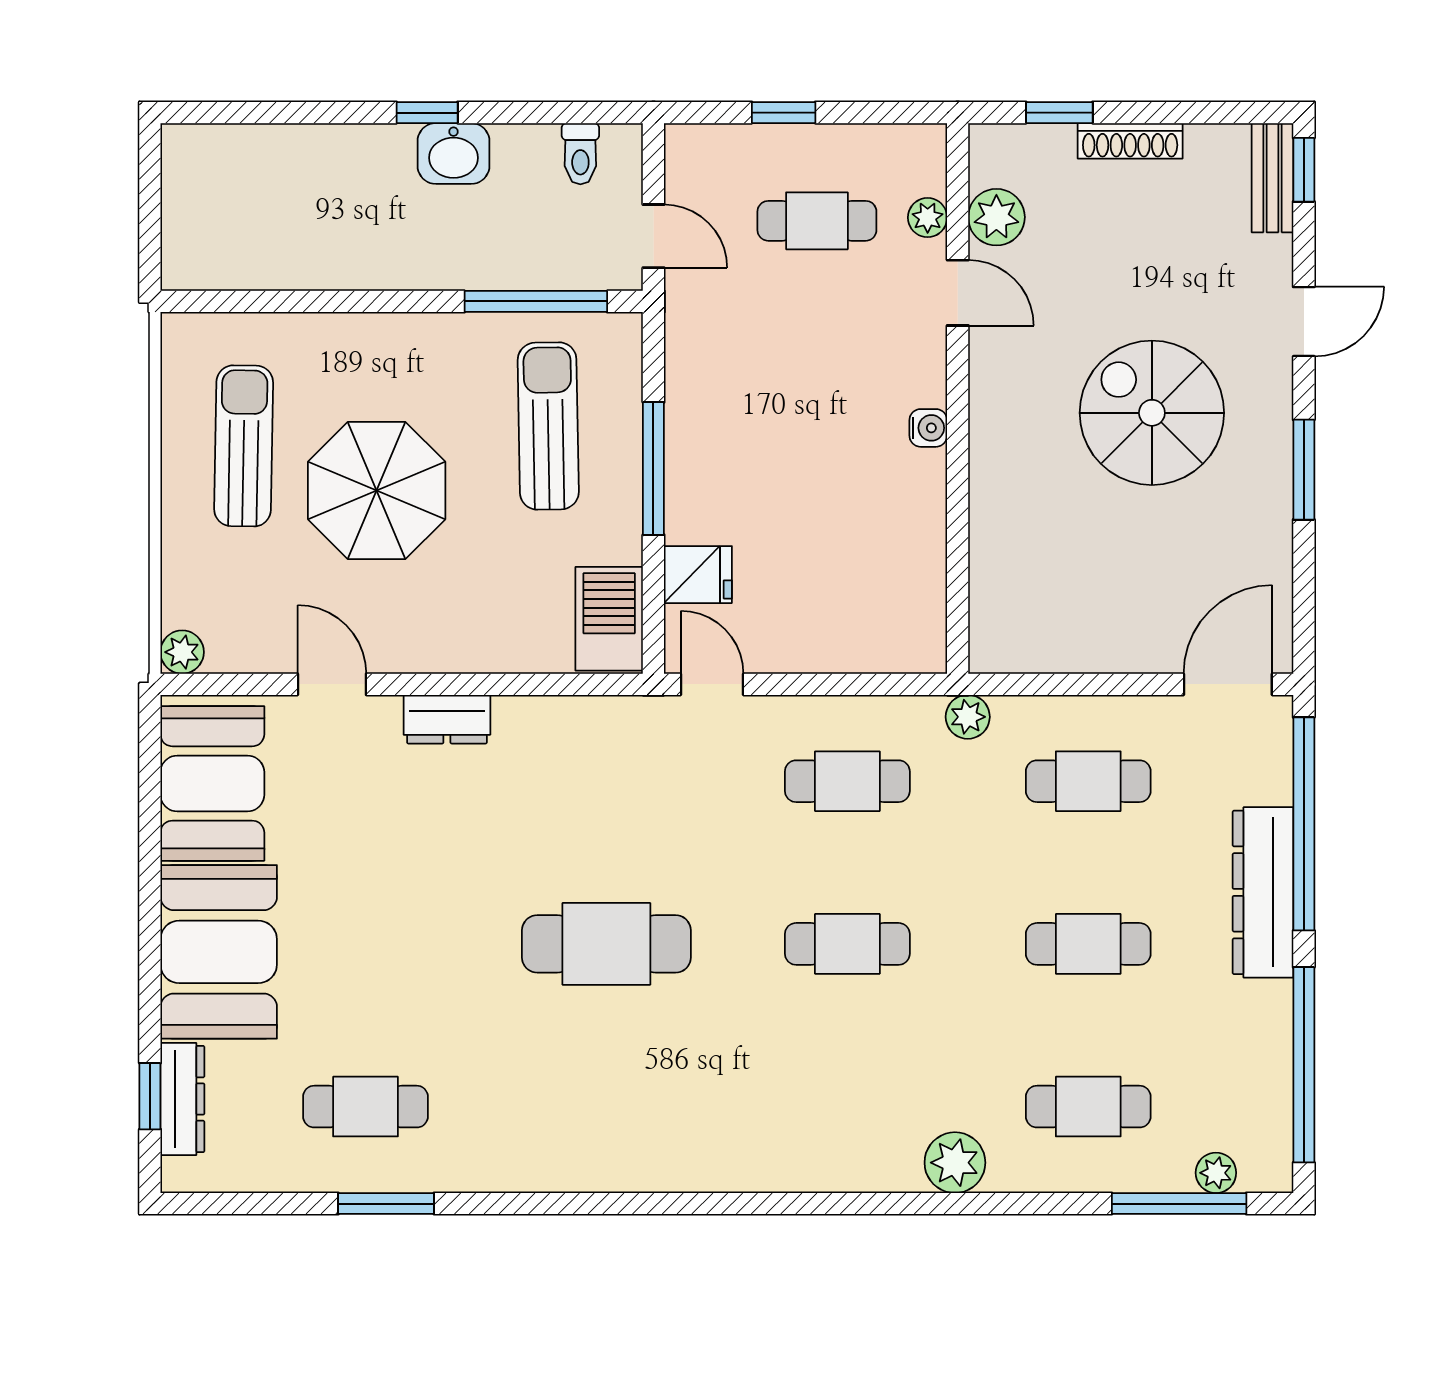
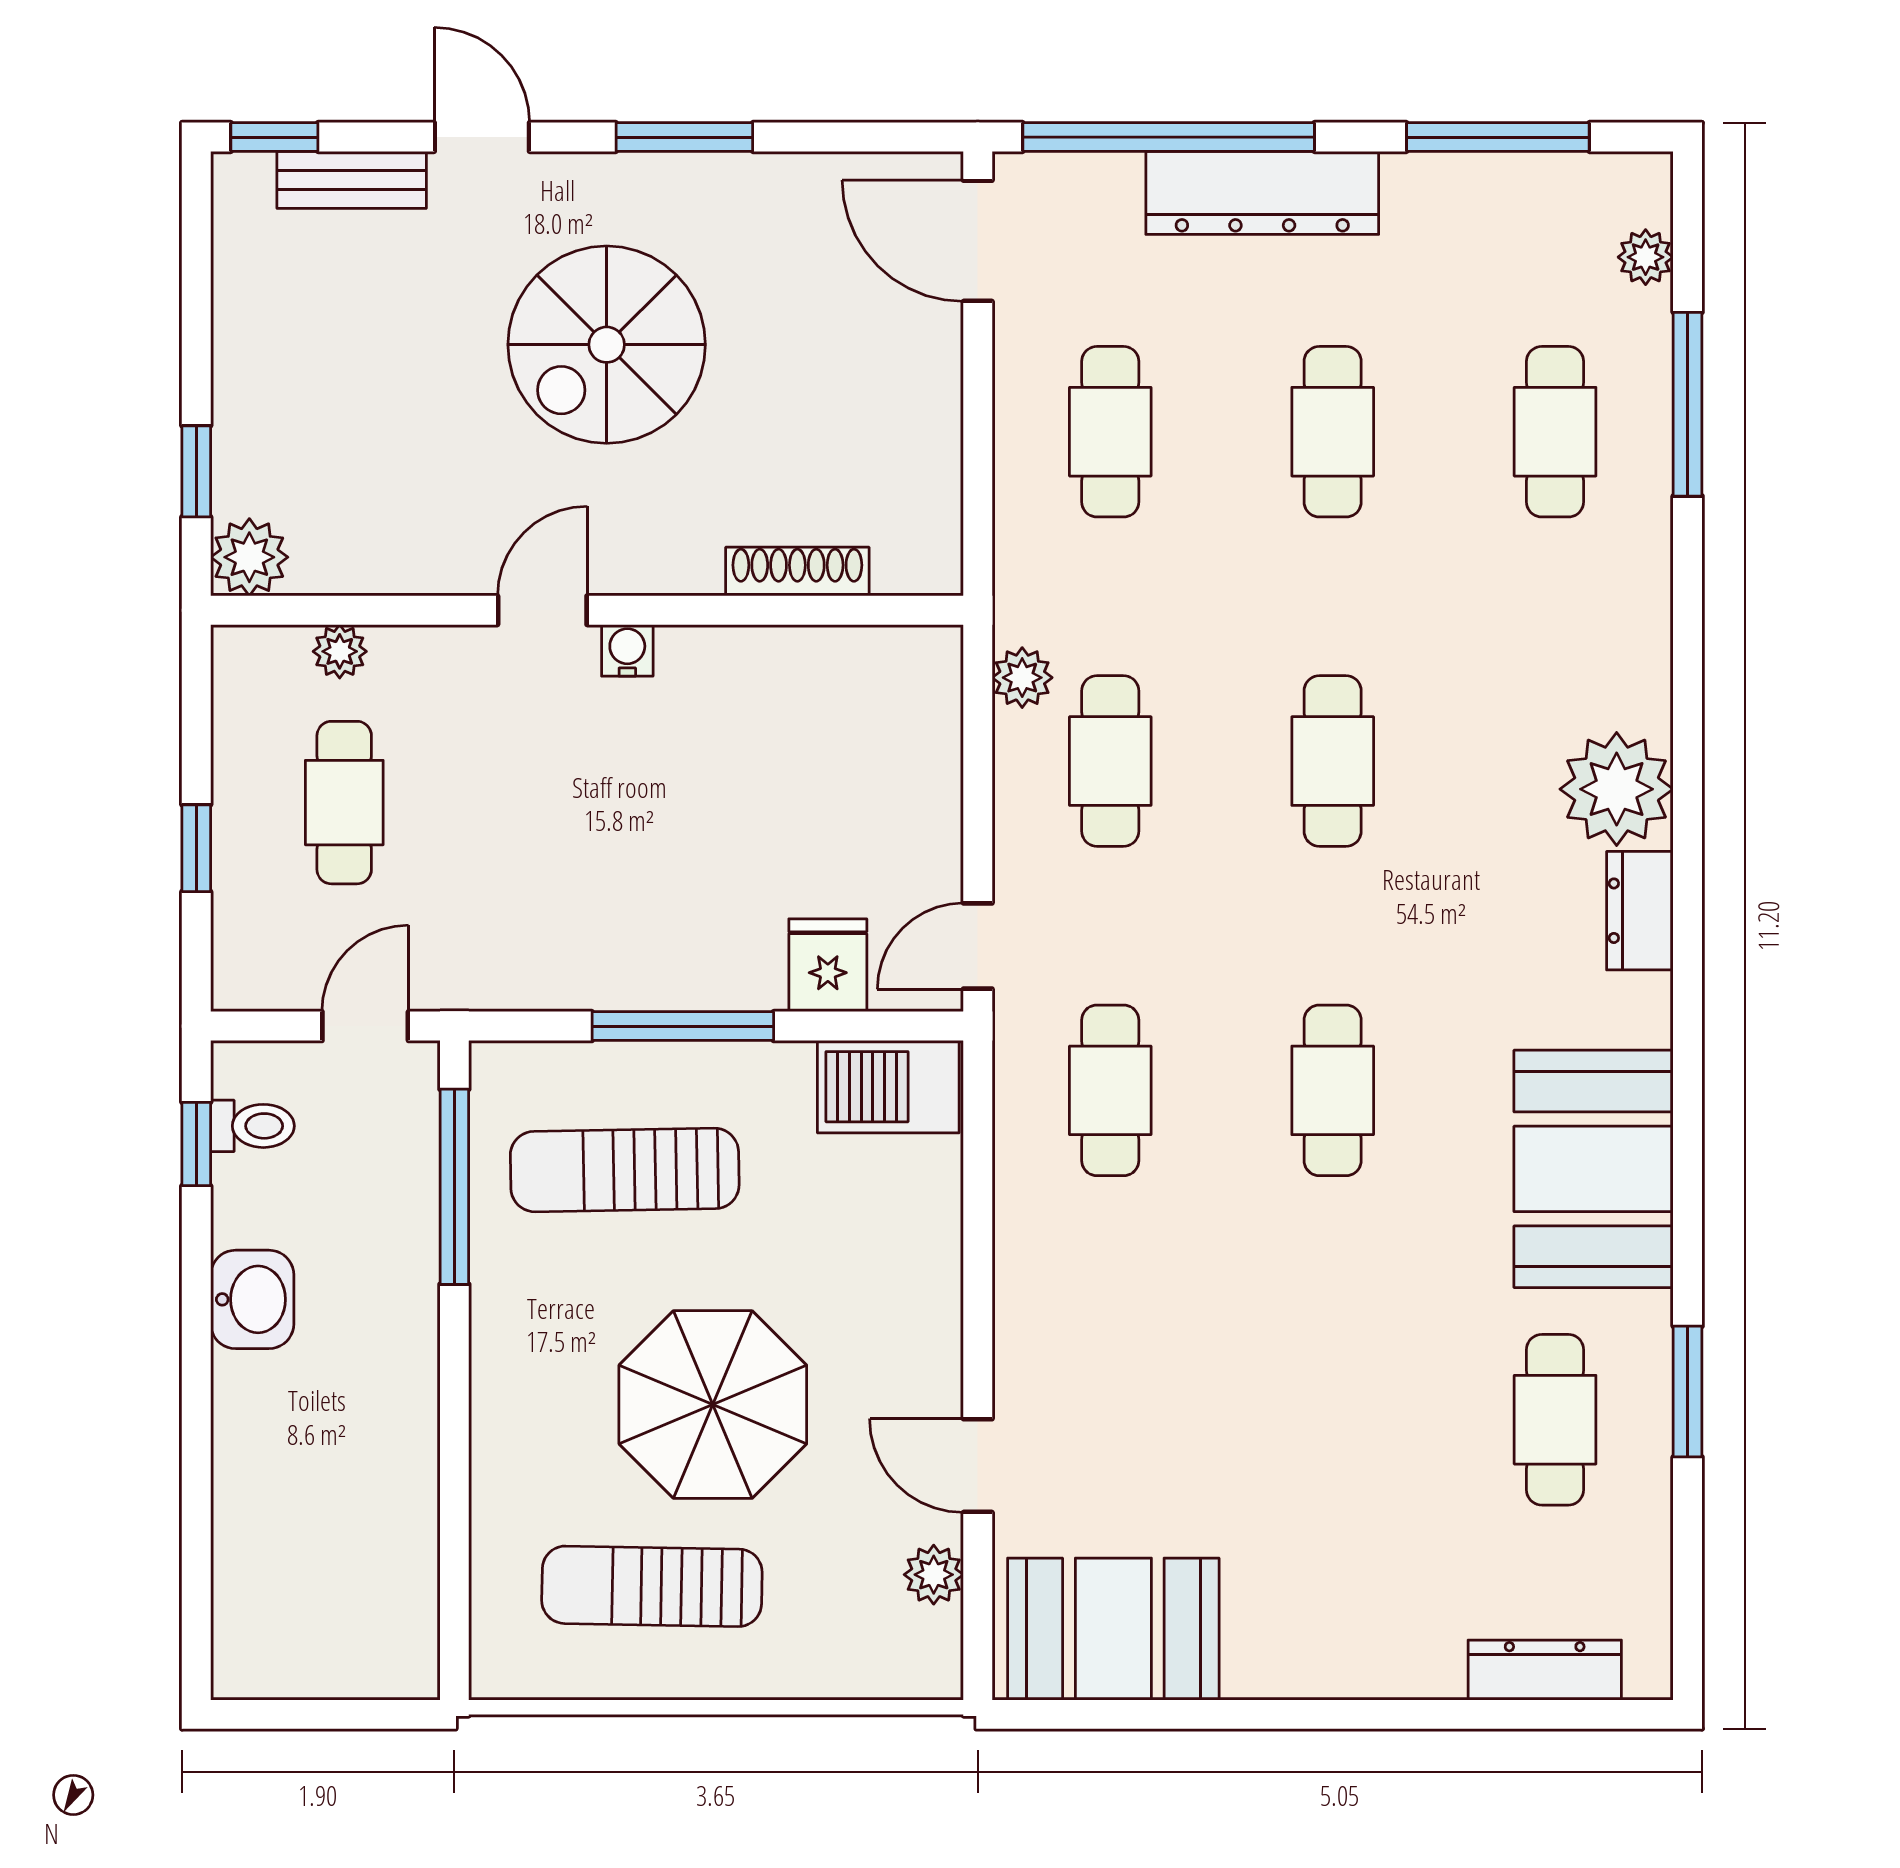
window: (427, 113) -> (196, 1144), moved
shoe rack: (1130, 141) -> (797, 572), moved, turned -90
bench: (1272, 178) -> (352, 180), moved
plant: (996, 217) -> (249, 557), moved
door: (958, 293) -> (542, 610), moved
plant: (182, 652) -> (934, 1575), moved
door: (332, 684) -> (978, 1466), hinge flipped
plant: (968, 717) -> (1022, 678), moved
dresser: (447, 719) -> (1640, 911), moved, turned 180
cafe table: (606, 781) -> (1110, 1090), added
cafe table: (606, 944) -> (1333, 1090), width x0.73, depth x0.74
booth: (219, 952) -> (1594, 1169), moved, turned 90
window: (1304, 1065) -> (1498, 137), width x0.68
window: (150, 1096) -> (1541, 1714), removed
plant: (955, 1163) -> (1617, 789), moved, width x1.36, depth x1.36
window: (1179, 1204) -> (1688, 404), moved

